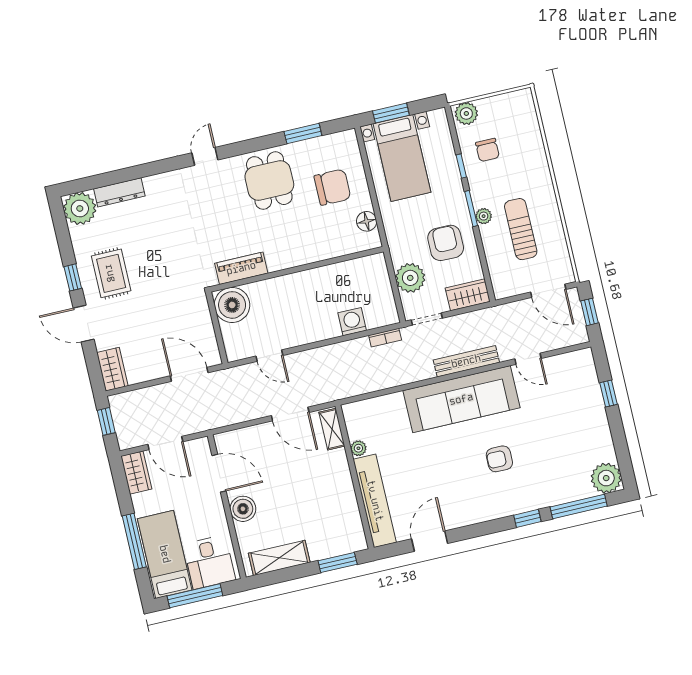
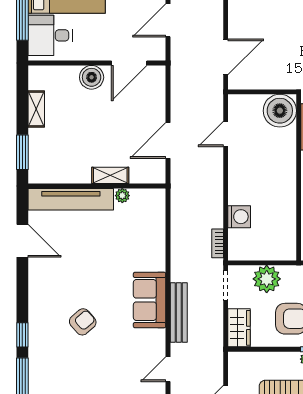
sofa: (461, 399) -> (150, 300), width x0.54, depth x0.79
shelving: (332, 429) -> (110, 175), moved
armchair: (499, 459) -> (83, 322), turned 49
shelving: (279, 558) -> (36, 109), width x0.67, depth x0.75

